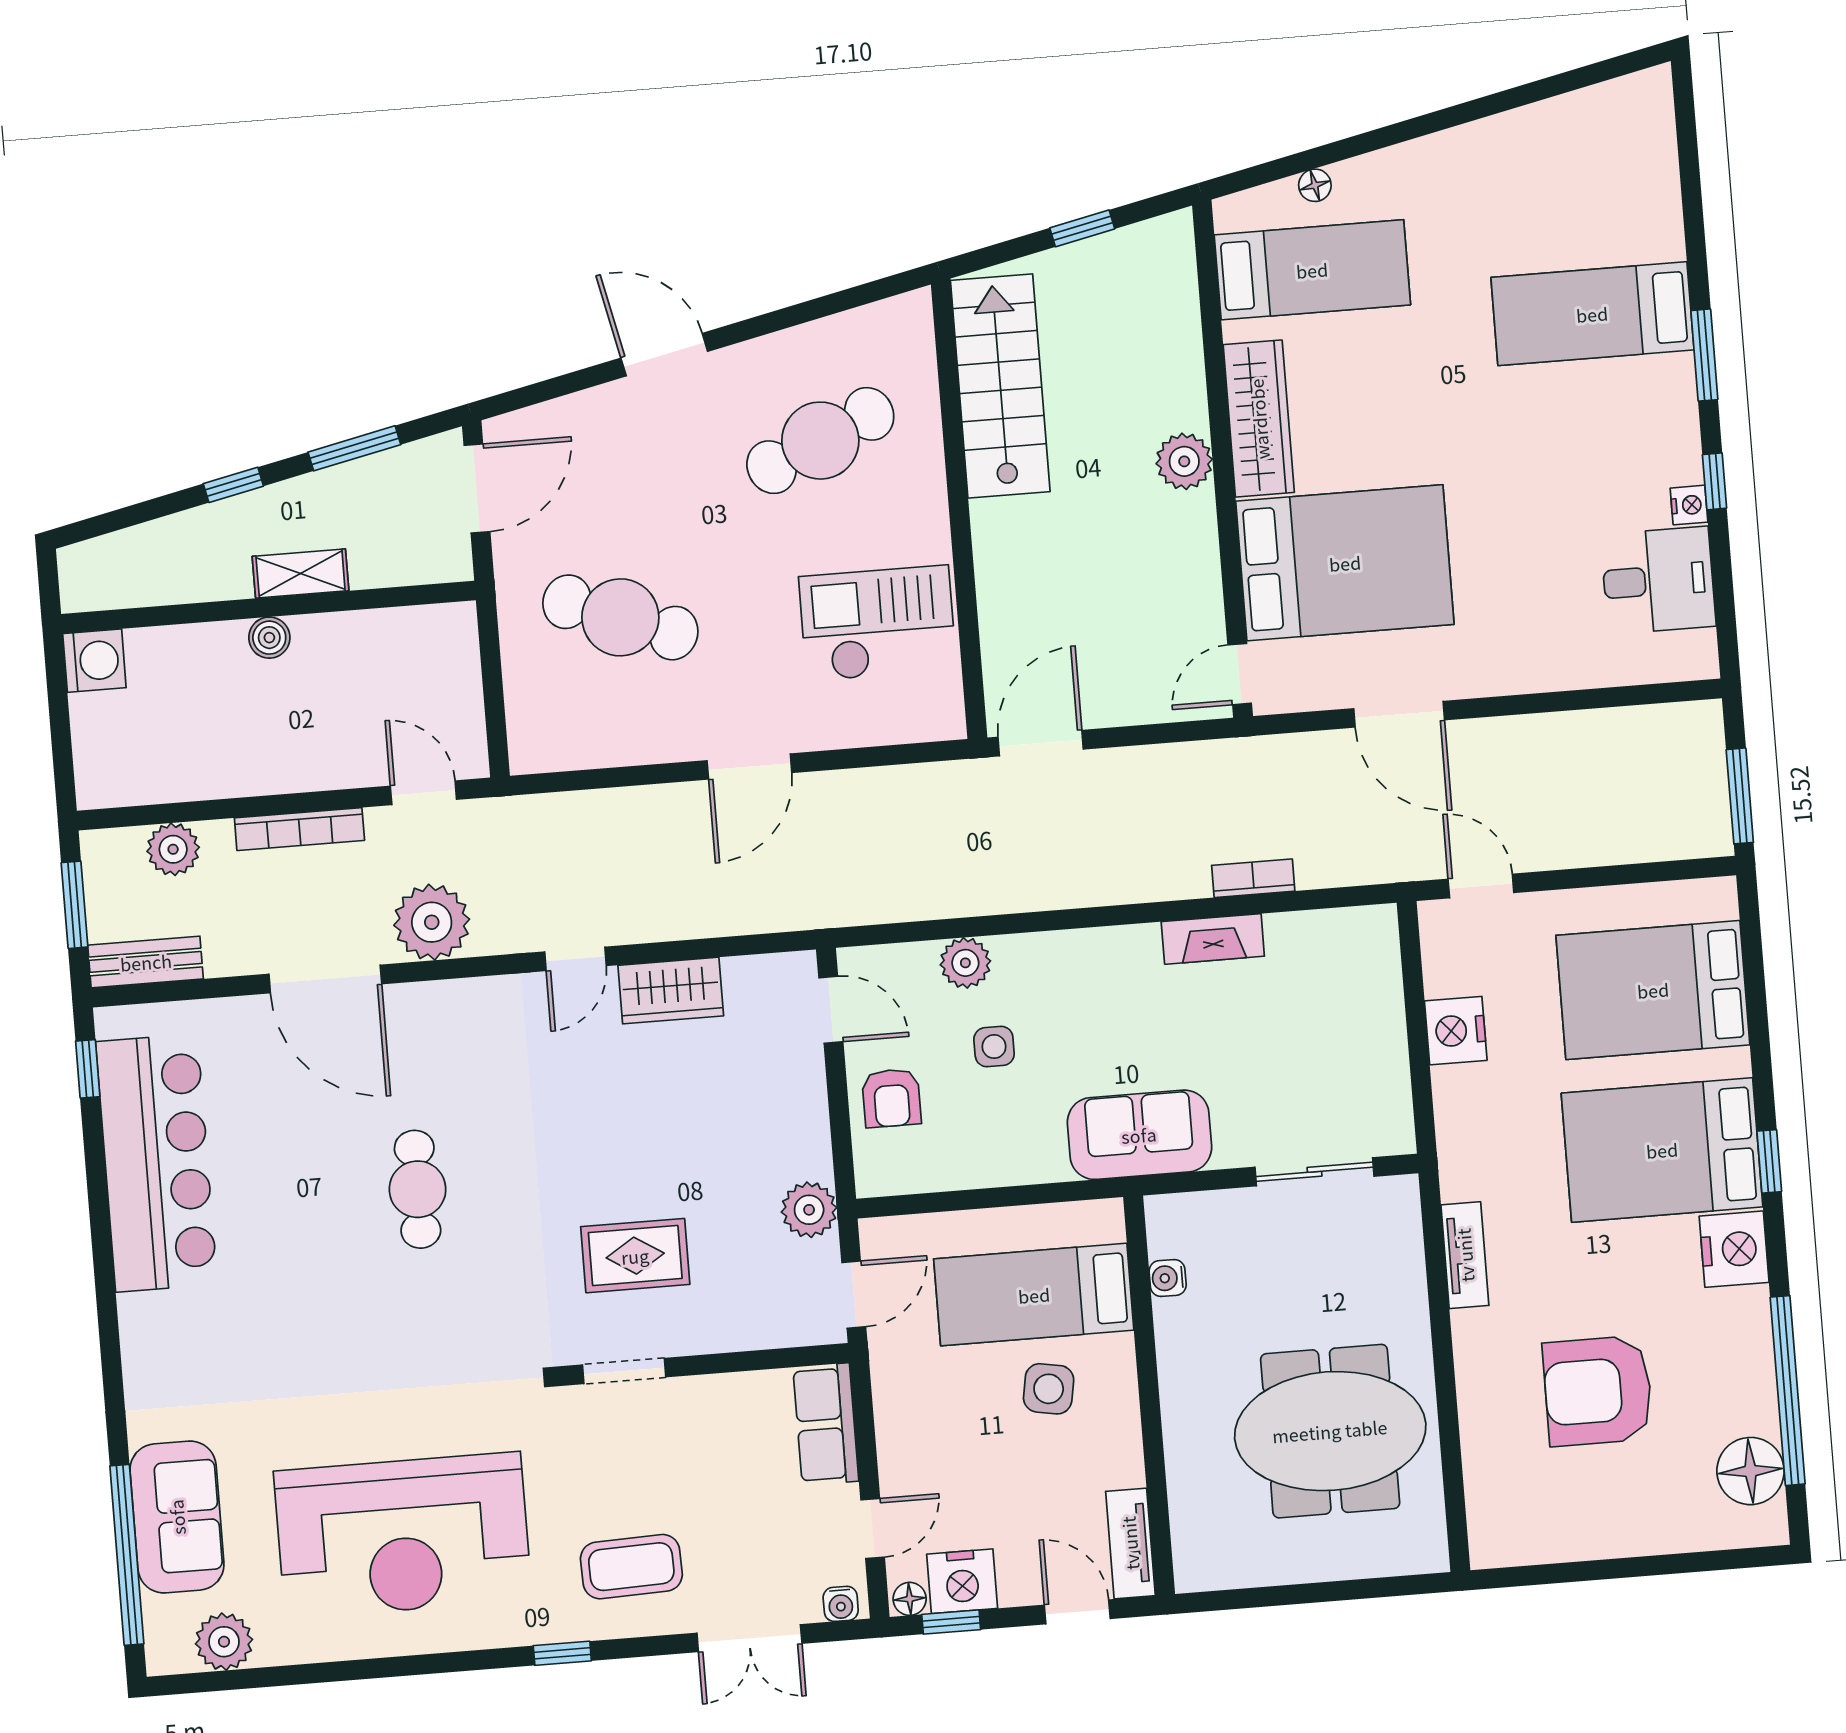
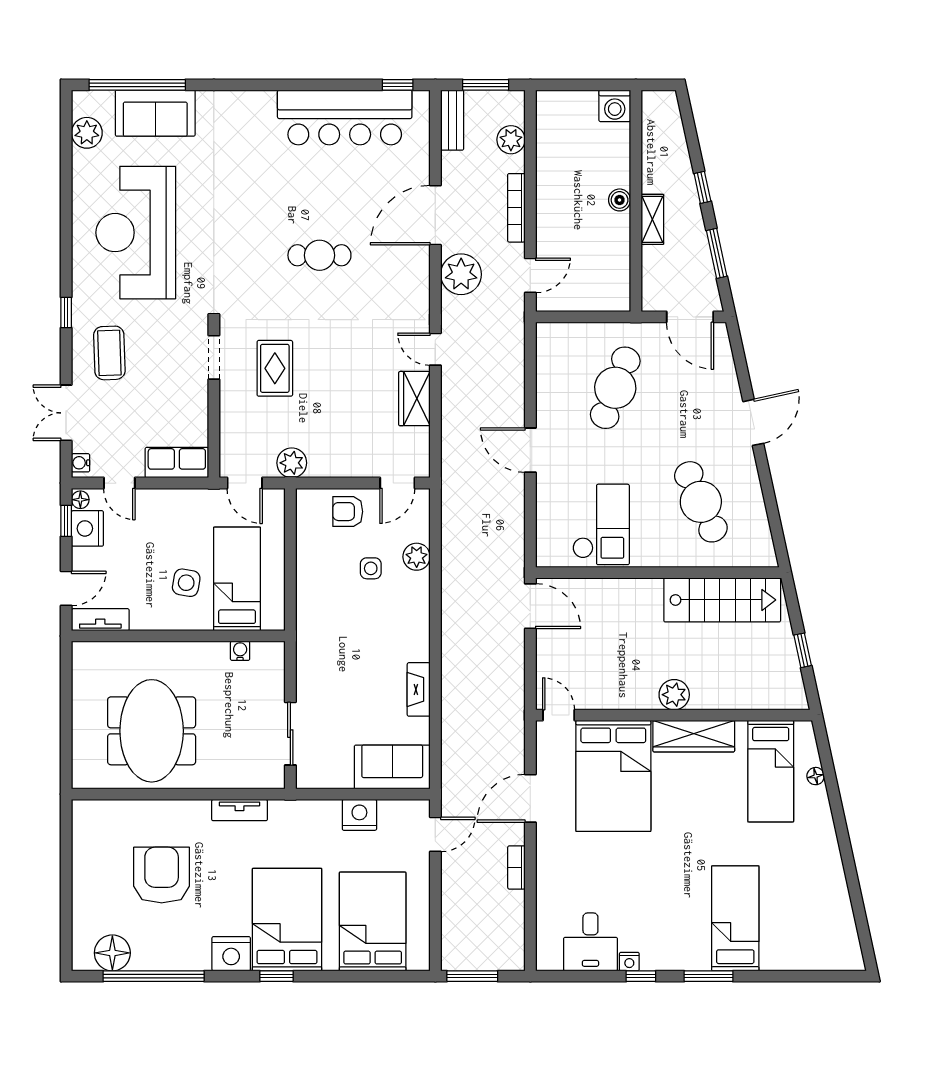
bookcase: (1253, 878) -> (516, 867), moved, turned 180
sofa: (1139, 1135) -> (392, 767), moved, turned -90

